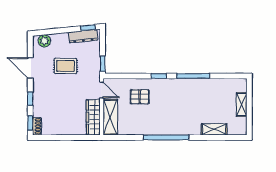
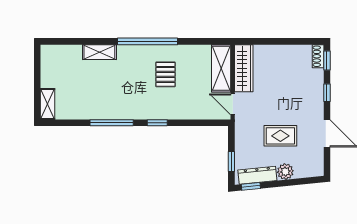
plant: (44, 41) -> (285, 172), moved
window: (103, 64) -> (231, 161), moved
pallet: (140, 97) -> (166, 74), moved, turned 90
shelving: (242, 105) -> (48, 104), moved
shelving: (214, 129) -> (99, 52), moved

